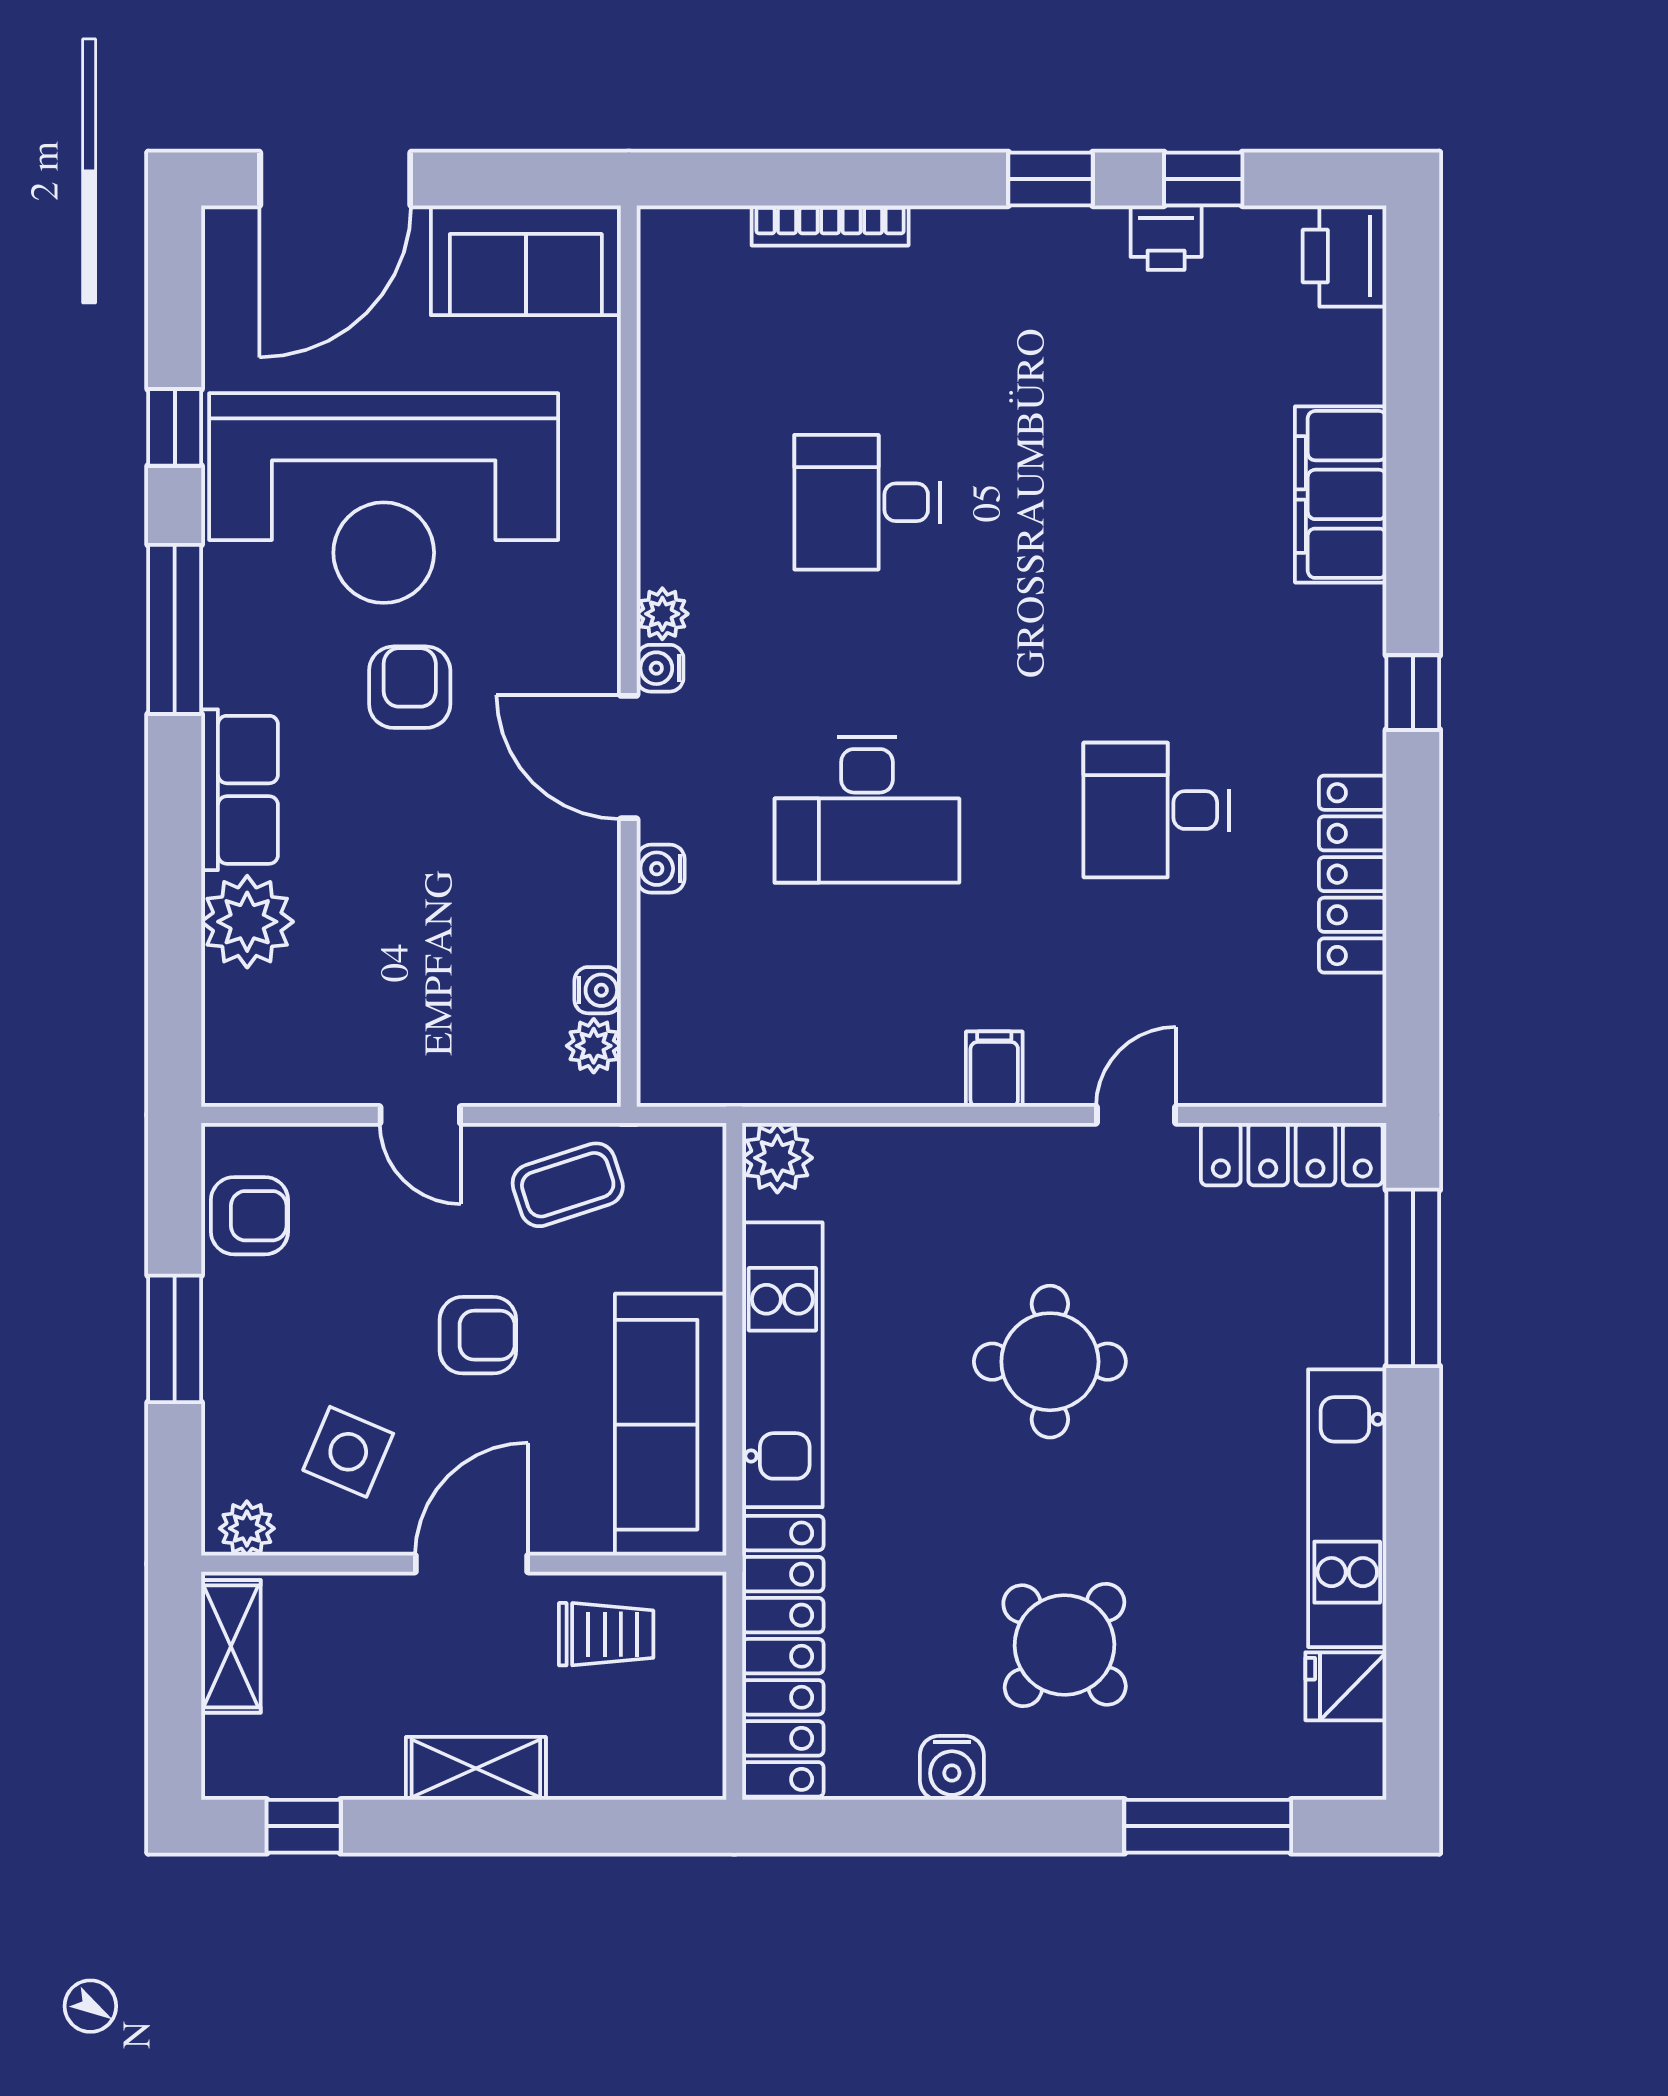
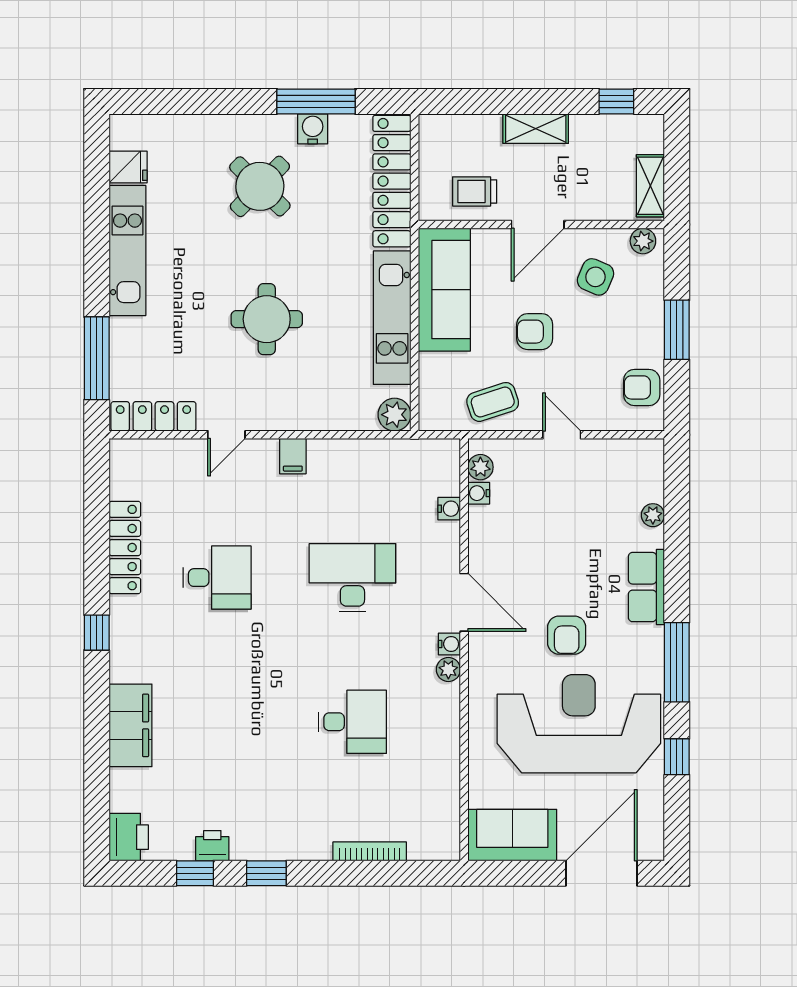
water cooler: (661, 869) -> (449, 509), moved
plant: (247, 922) -> (653, 515), width x0.53, depth x0.53
window: (1208, 1826) -> (316, 101), moved

